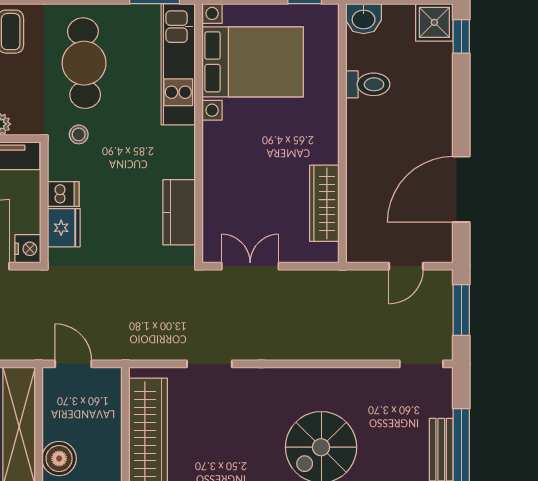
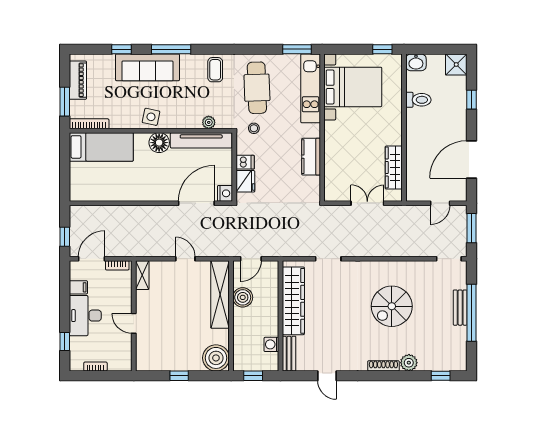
window: (461, 36) -> (472, 100), moved
kitchen counter: (179, 212) -> (311, 157), moved
double door: (250, 266) -> (367, 203), moved
door: (73, 364) -> (251, 259), swing flipped
boiler: (59, 459) -> (243, 297), moved

